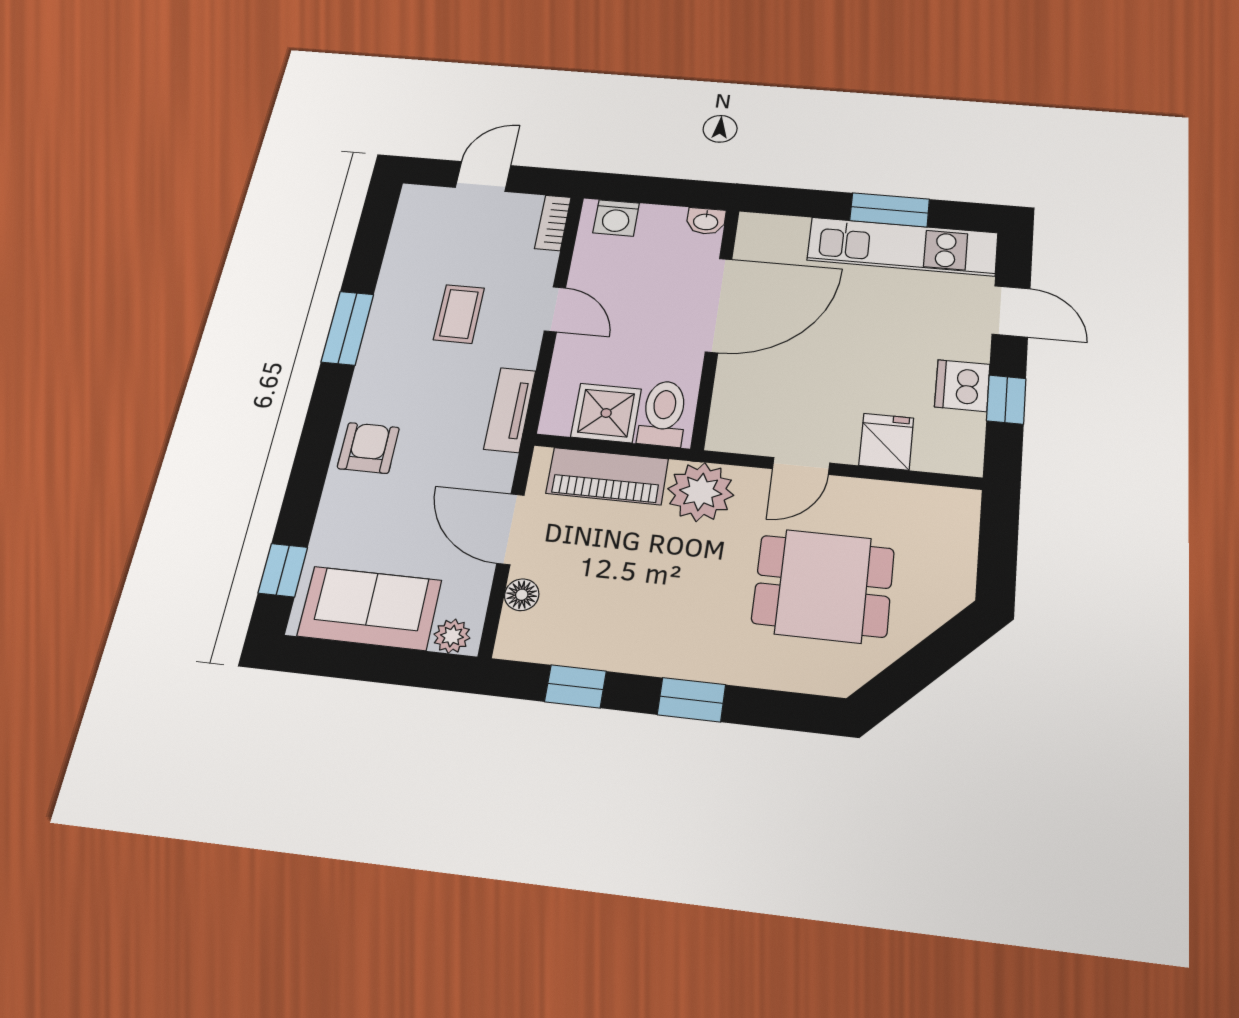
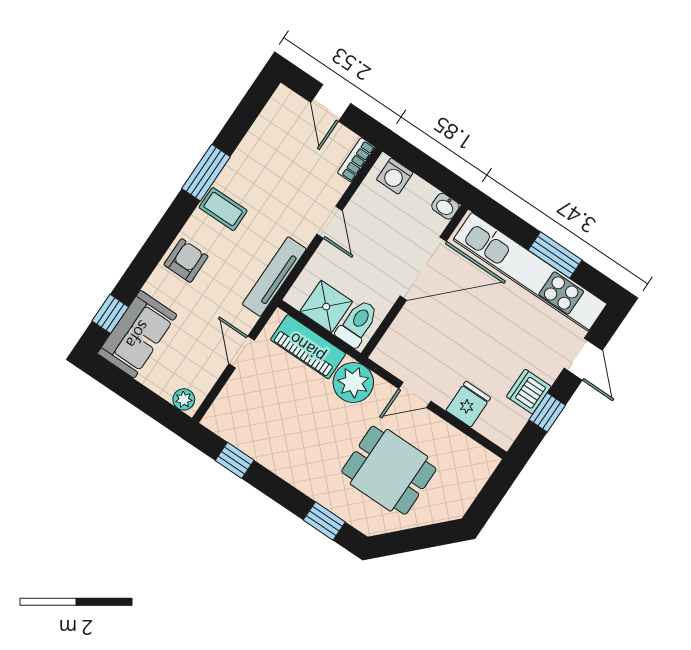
door: (483, 176) -> (331, 103), swing flipped
kitchen unit: (902, 247) -> (530, 272), width x1.36
coffee table: (459, 314) -> (223, 209), moved, turned 90
tv unit: (510, 410) -> (274, 277), width x1.41
door: (511, 529) -> (242, 352), width x0.73
floor lamp: (522, 595) -> (230, 394), removed
sofa: (370, 608) -> (137, 334), moved, turned 90
window: (691, 700) -> (324, 521), moved

